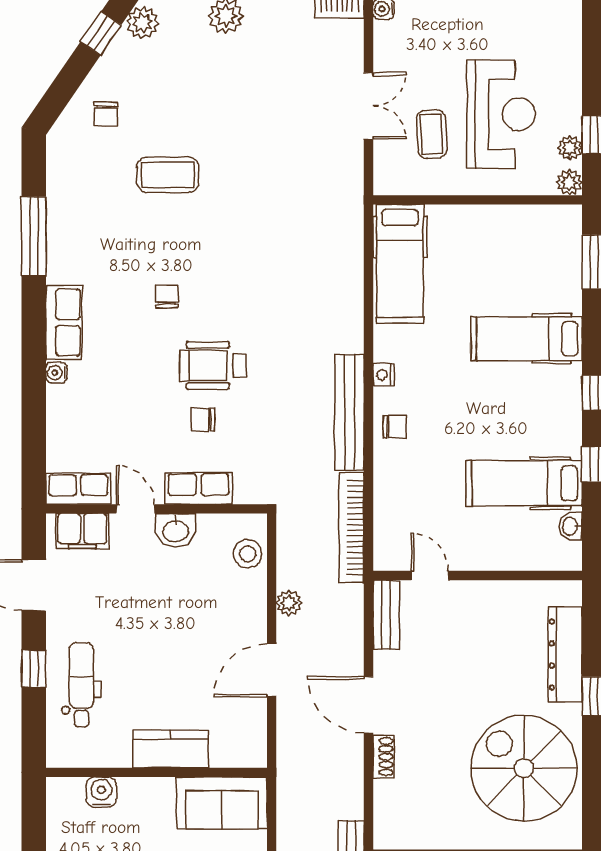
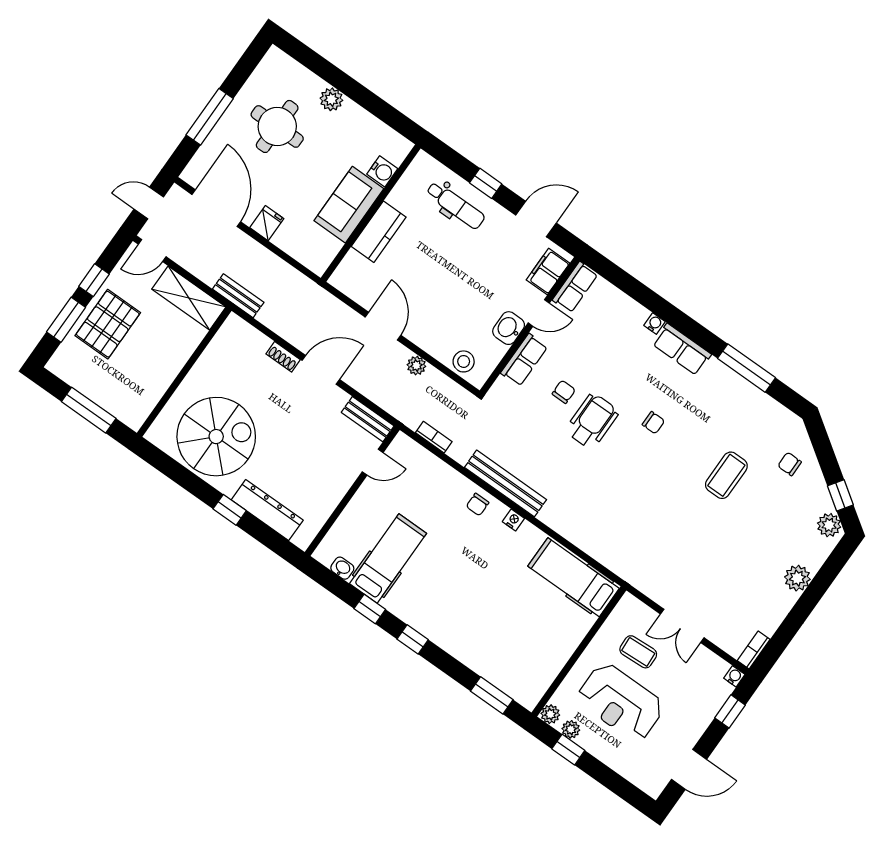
hospital bed: (526, 339) -> (474, 622), removed
bookcase: (352, 528) -> (434, 437), width x0.43, depth x0.76
sofa: (222, 803) -> (349, 205), moved

